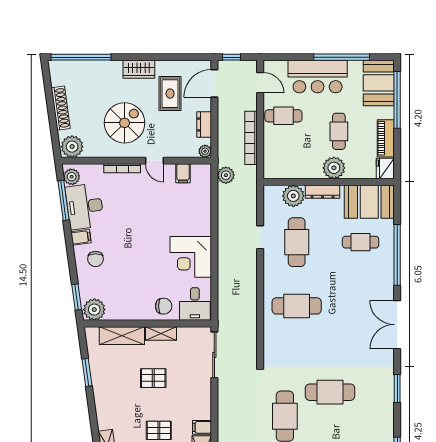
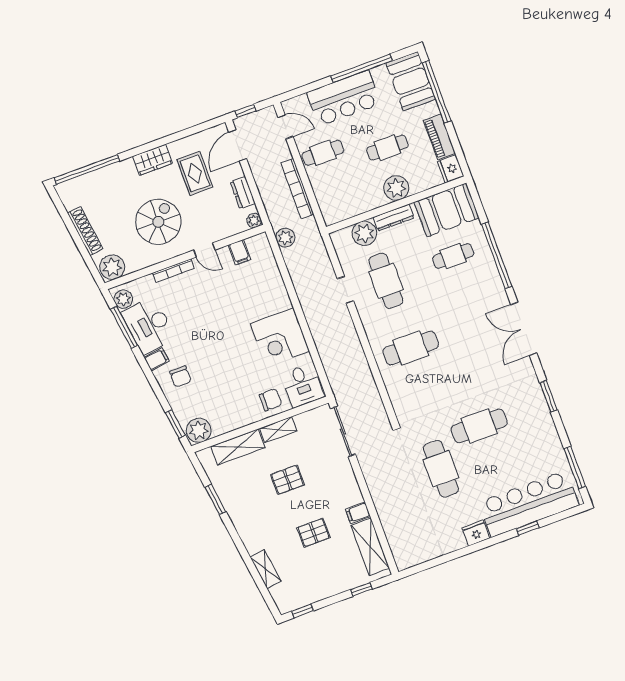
cafe table: (339, 131) -> (387, 148), turned 90

